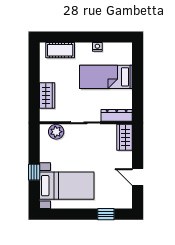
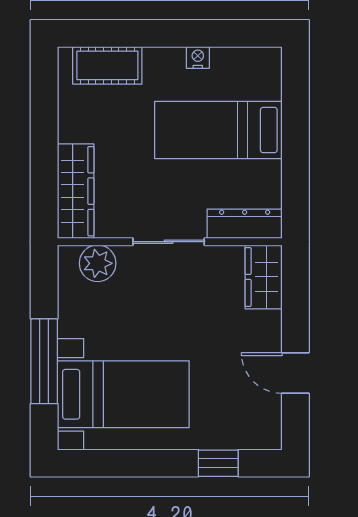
wardrobe: (47, 96) -> (76, 191), width x1.50
window: (34, 172) -> (44, 361), width x2.17

